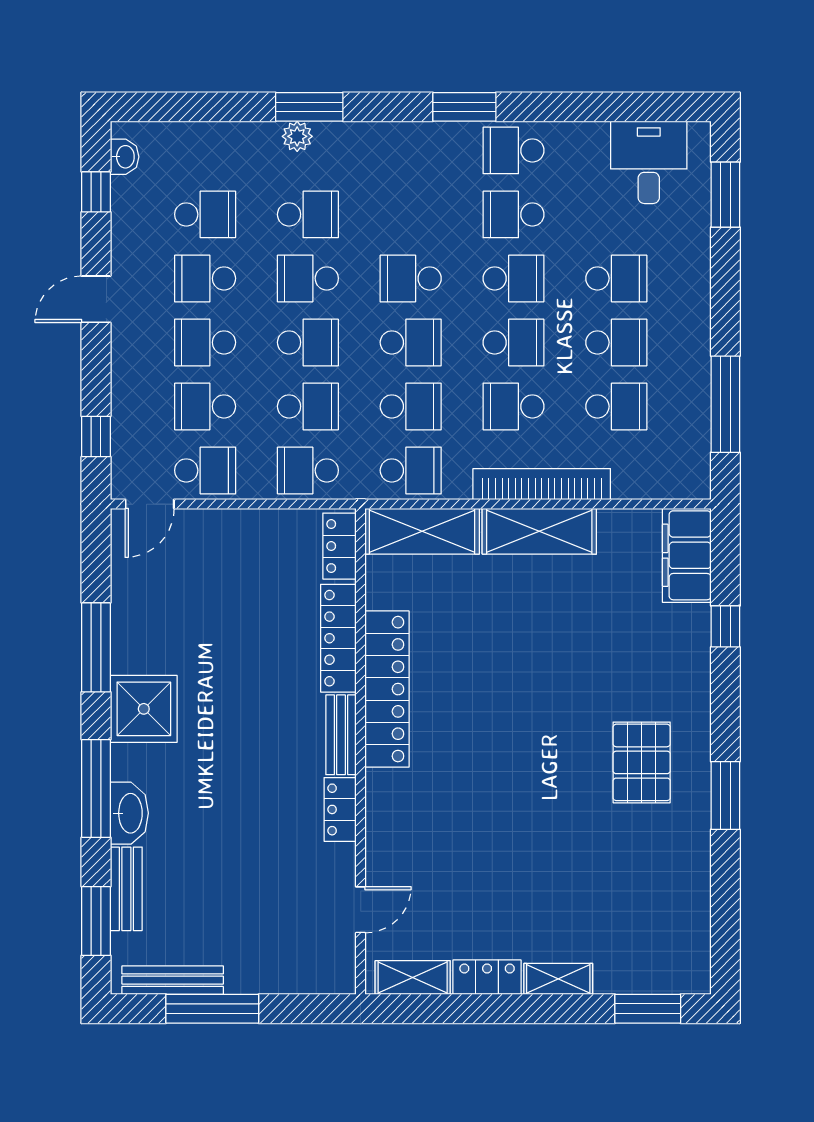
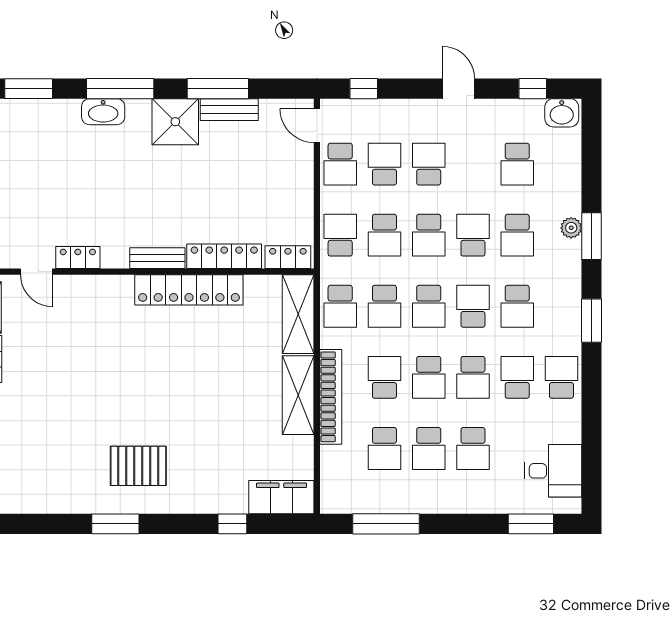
window: (464, 107) -> (592, 321), moved
washbasin: (125, 157) -> (562, 113), width x1.38, depth x1.45
school desk: (205, 278) -> (517, 306), moved, turned 180
locker: (340, 809) -> (78, 257), moved
bench: (126, 889) -> (229, 110), moved

